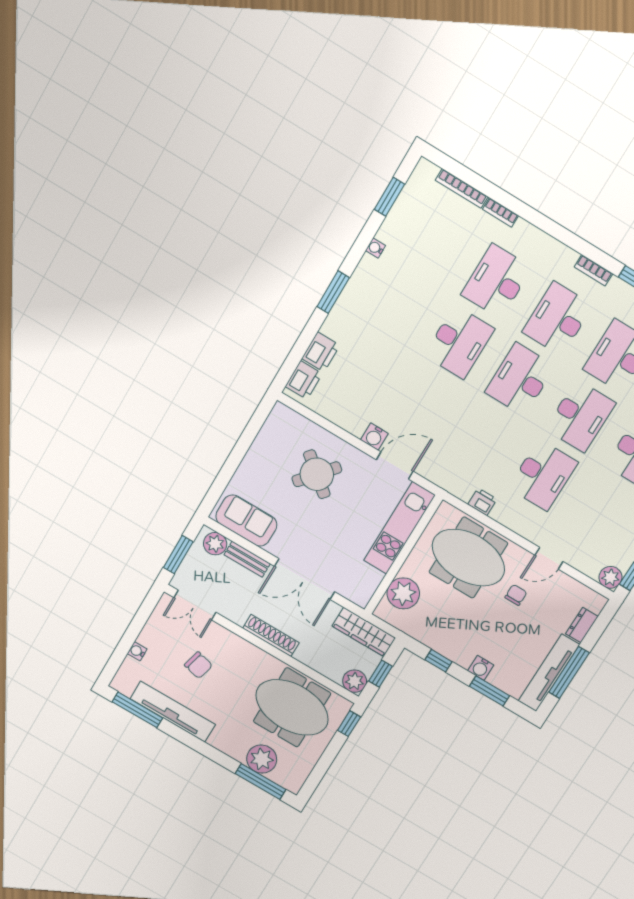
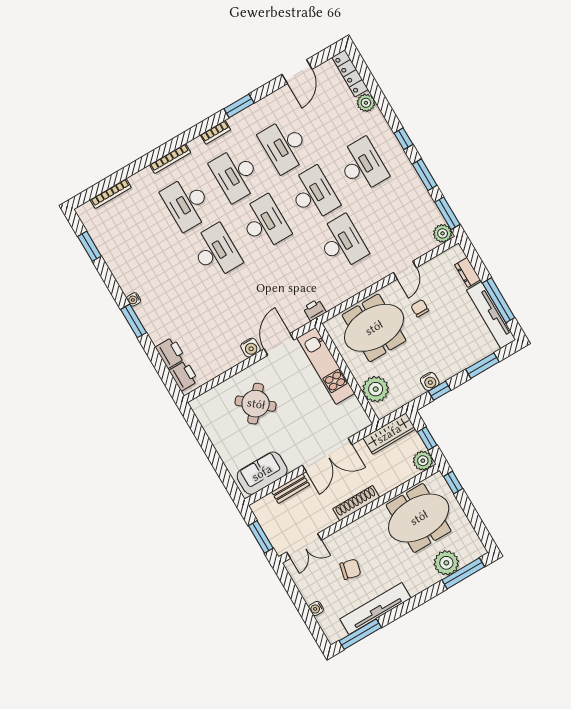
bookcase: (501, 212) -> (170, 159), moved, width x1.56
water cooler: (375, 248) -> (134, 299), moved
desk: (520, 379) -> (264, 223), turned 180
printer: (482, 502) -> (315, 310), moved
plant: (215, 544) -> (267, 505), removed
water cooler: (481, 668) -> (430, 381), moved

